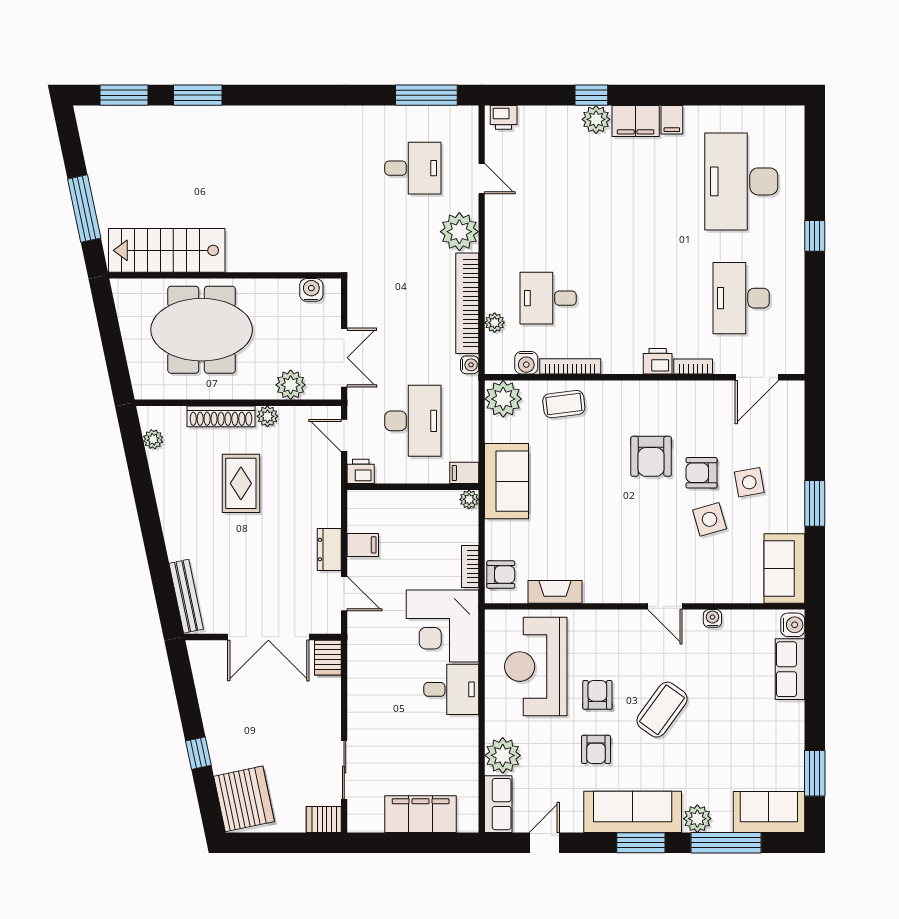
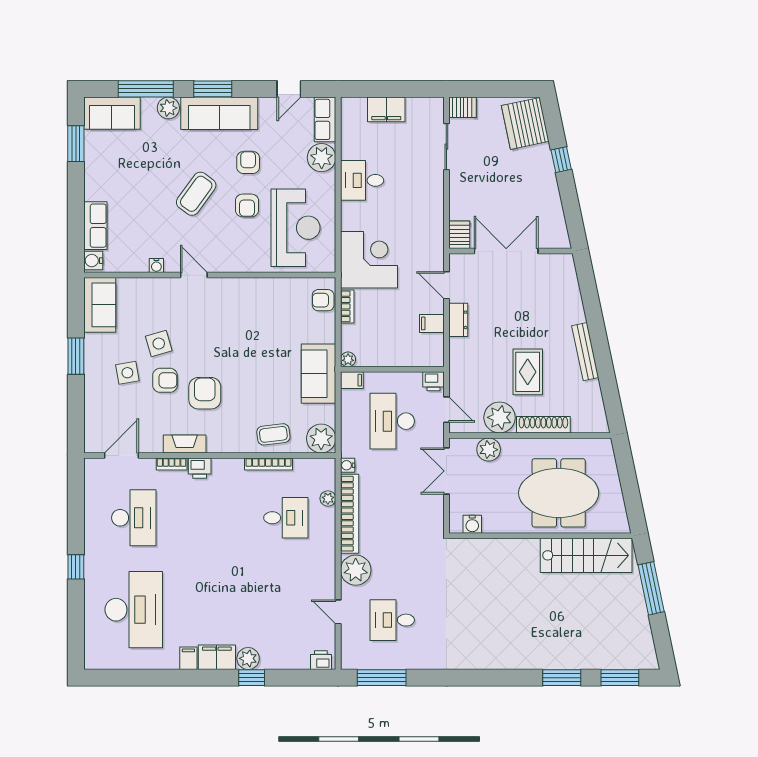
water cooler: (526, 363) -> (303, 467), removed
plant: (267, 416) -> (500, 417), width x1.88, depth x1.88
plant: (153, 439) -> (597, 407), removed
fireplace: (555, 592) -> (185, 444), moved, turned 180
bench: (186, 596) -> (585, 352), moved
desk: (451, 689) -> (362, 180), moved
filing cabinet: (421, 814) -> (386, 109), width x0.67, depth x0.86

